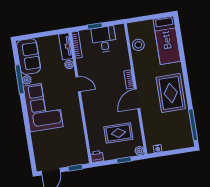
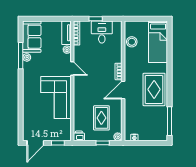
corner sofa: (43, 106) -> (56, 98), moved, turned 180
rug: (118, 133) -> (101, 118), turned 90

